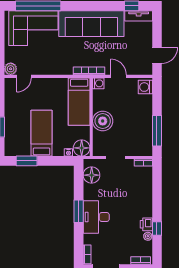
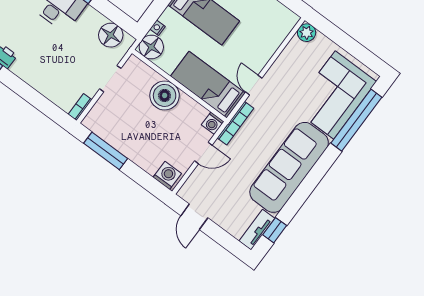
door: (24, 76) -> (254, 85), moved

